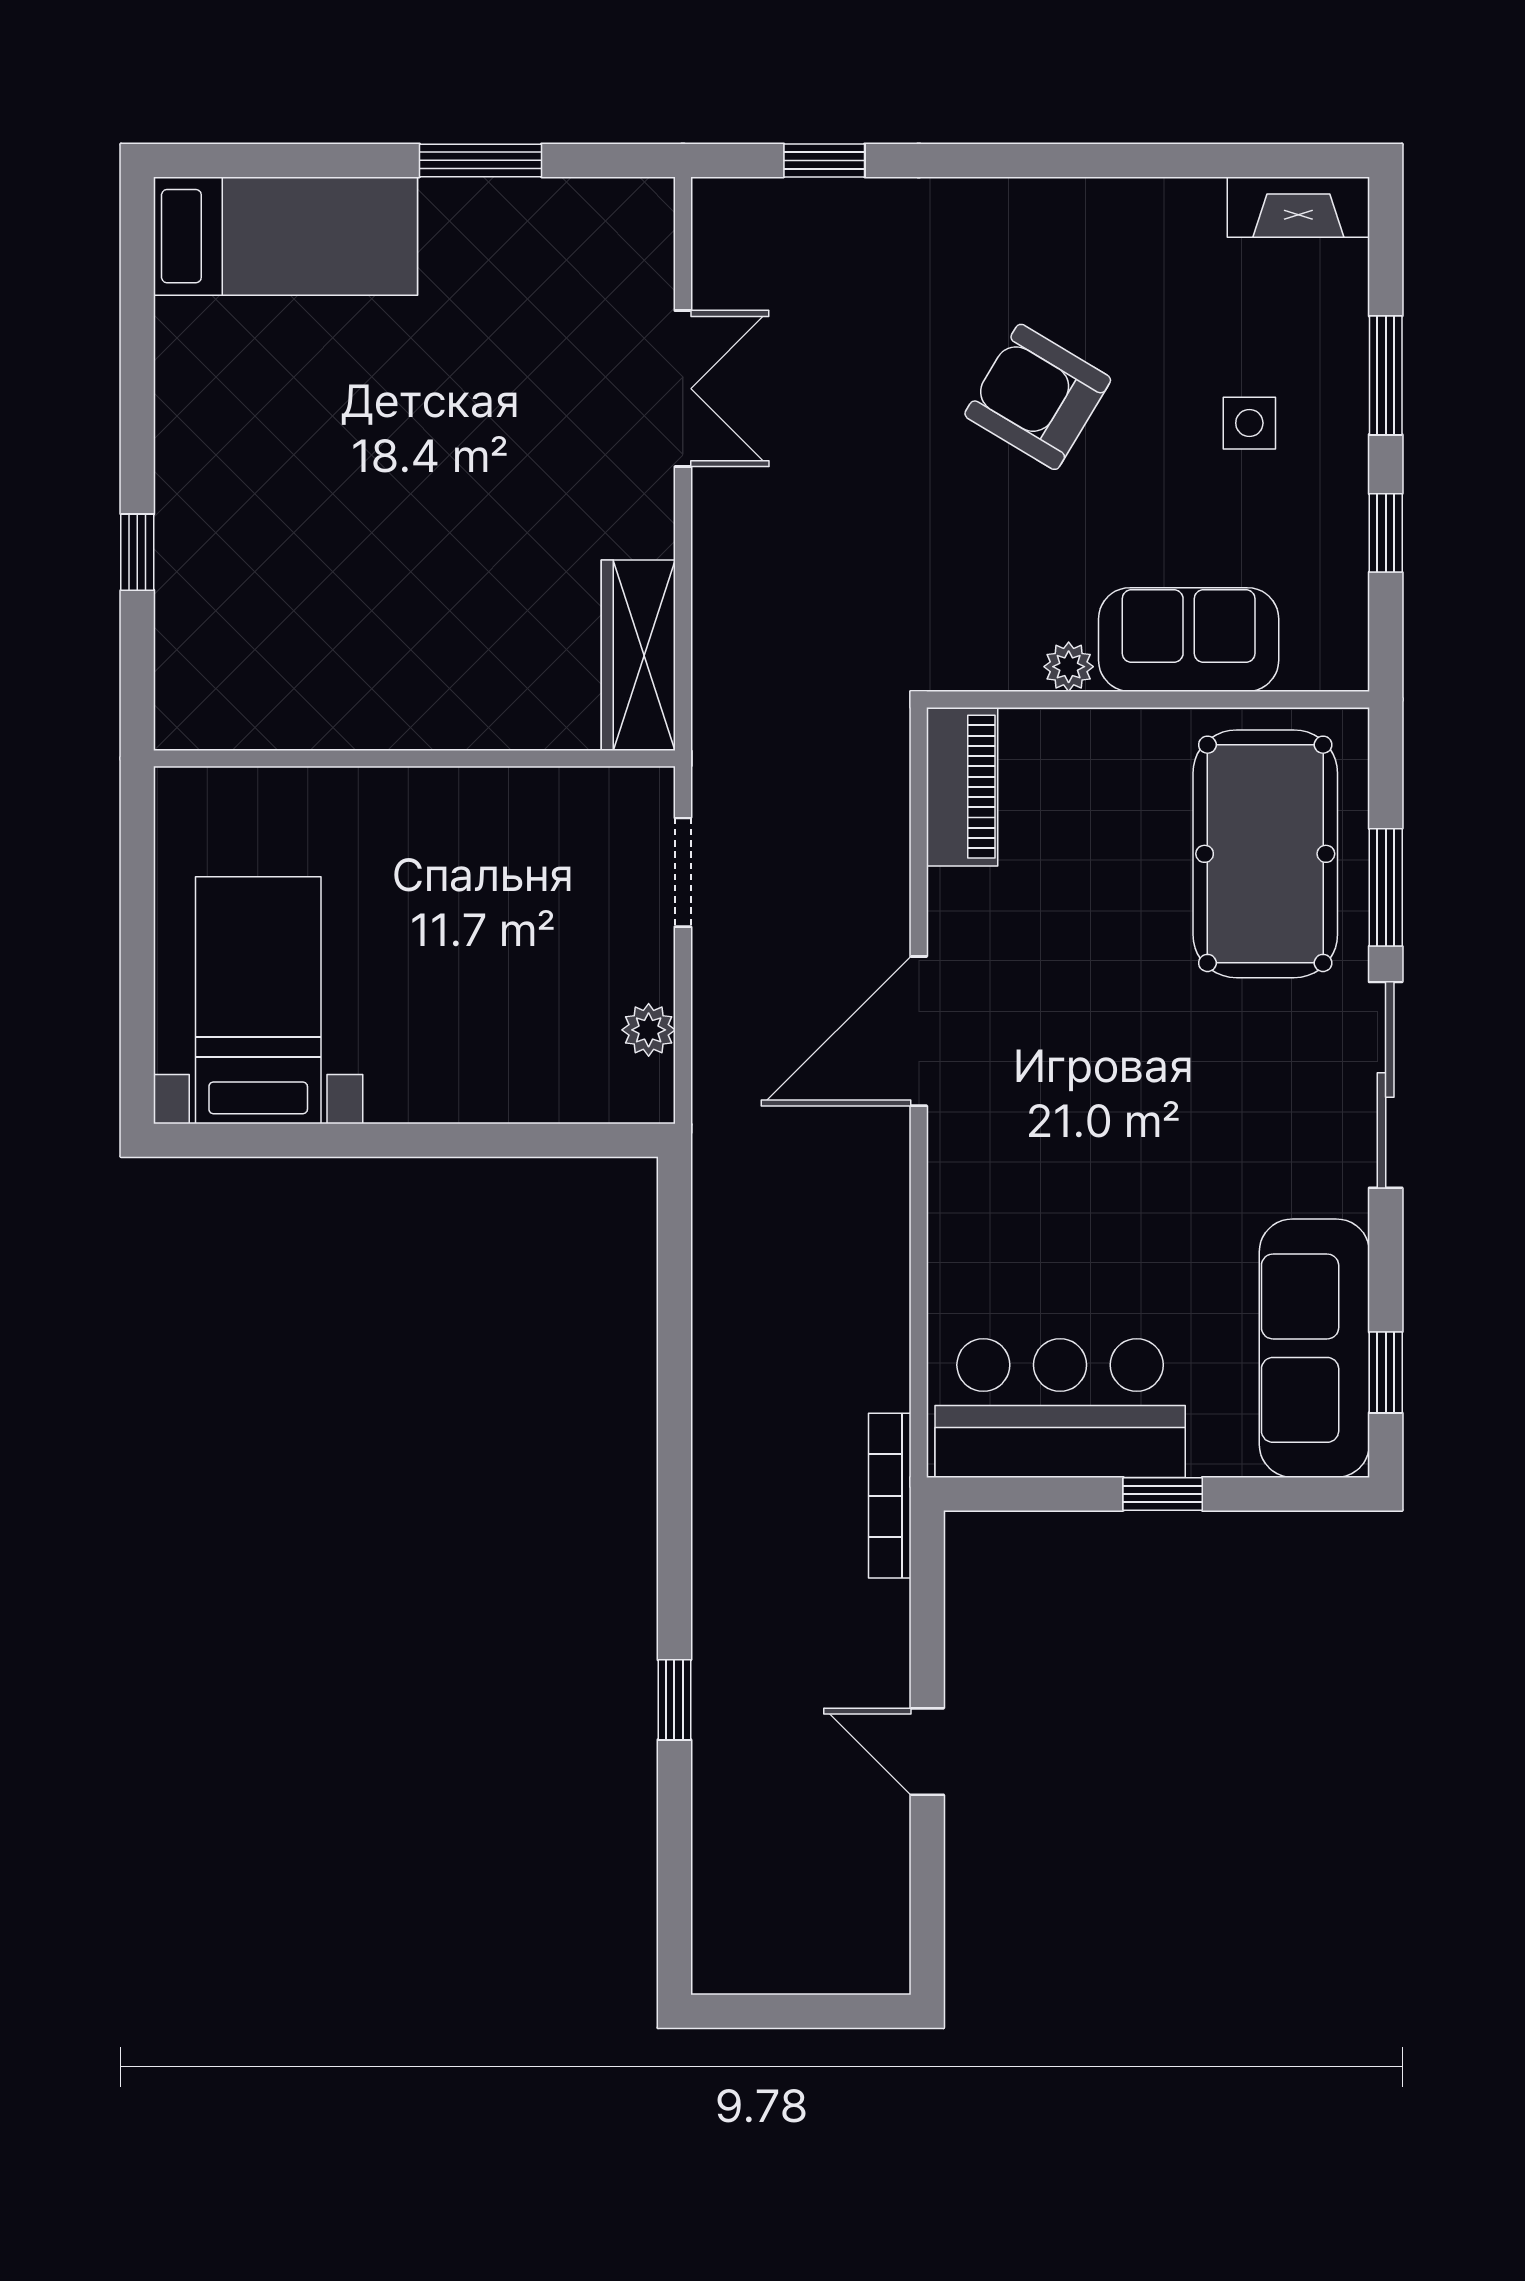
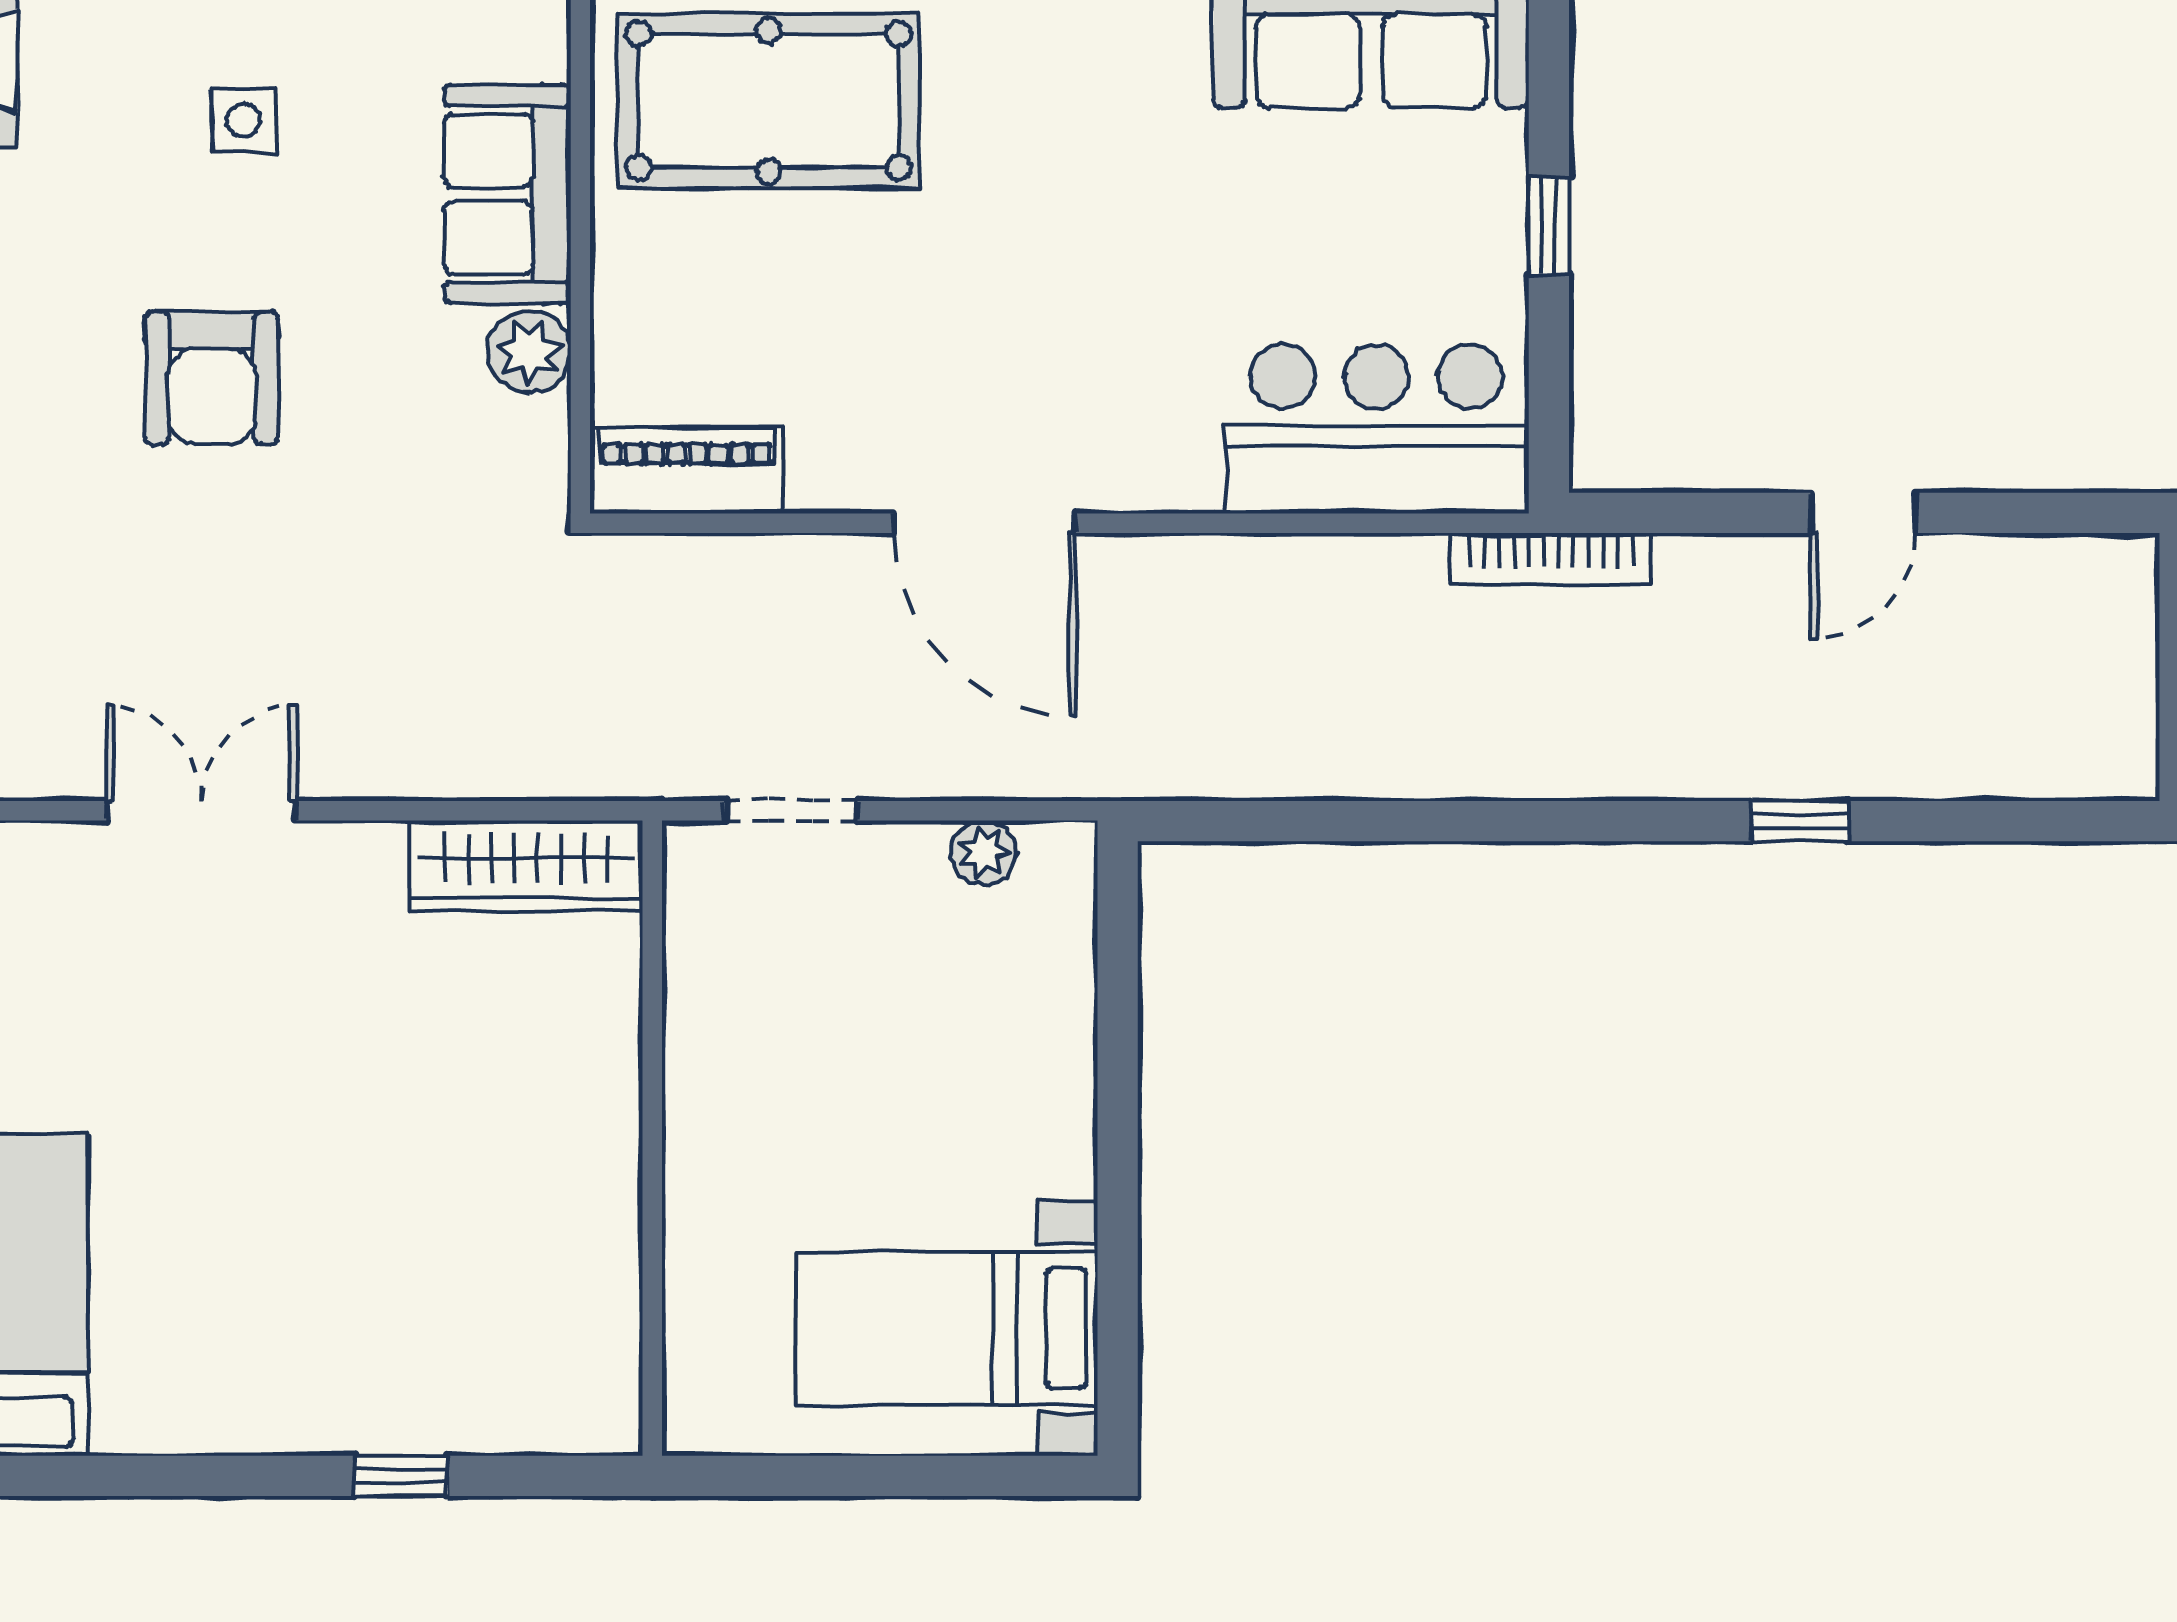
armchair: (1038, 397) -> (212, 378), turned -31
plant: (1069, 667) -> (529, 352), width x1.38, depth x1.38
bar counter: (1060, 1408) -> (1376, 429), moved, turned 90

